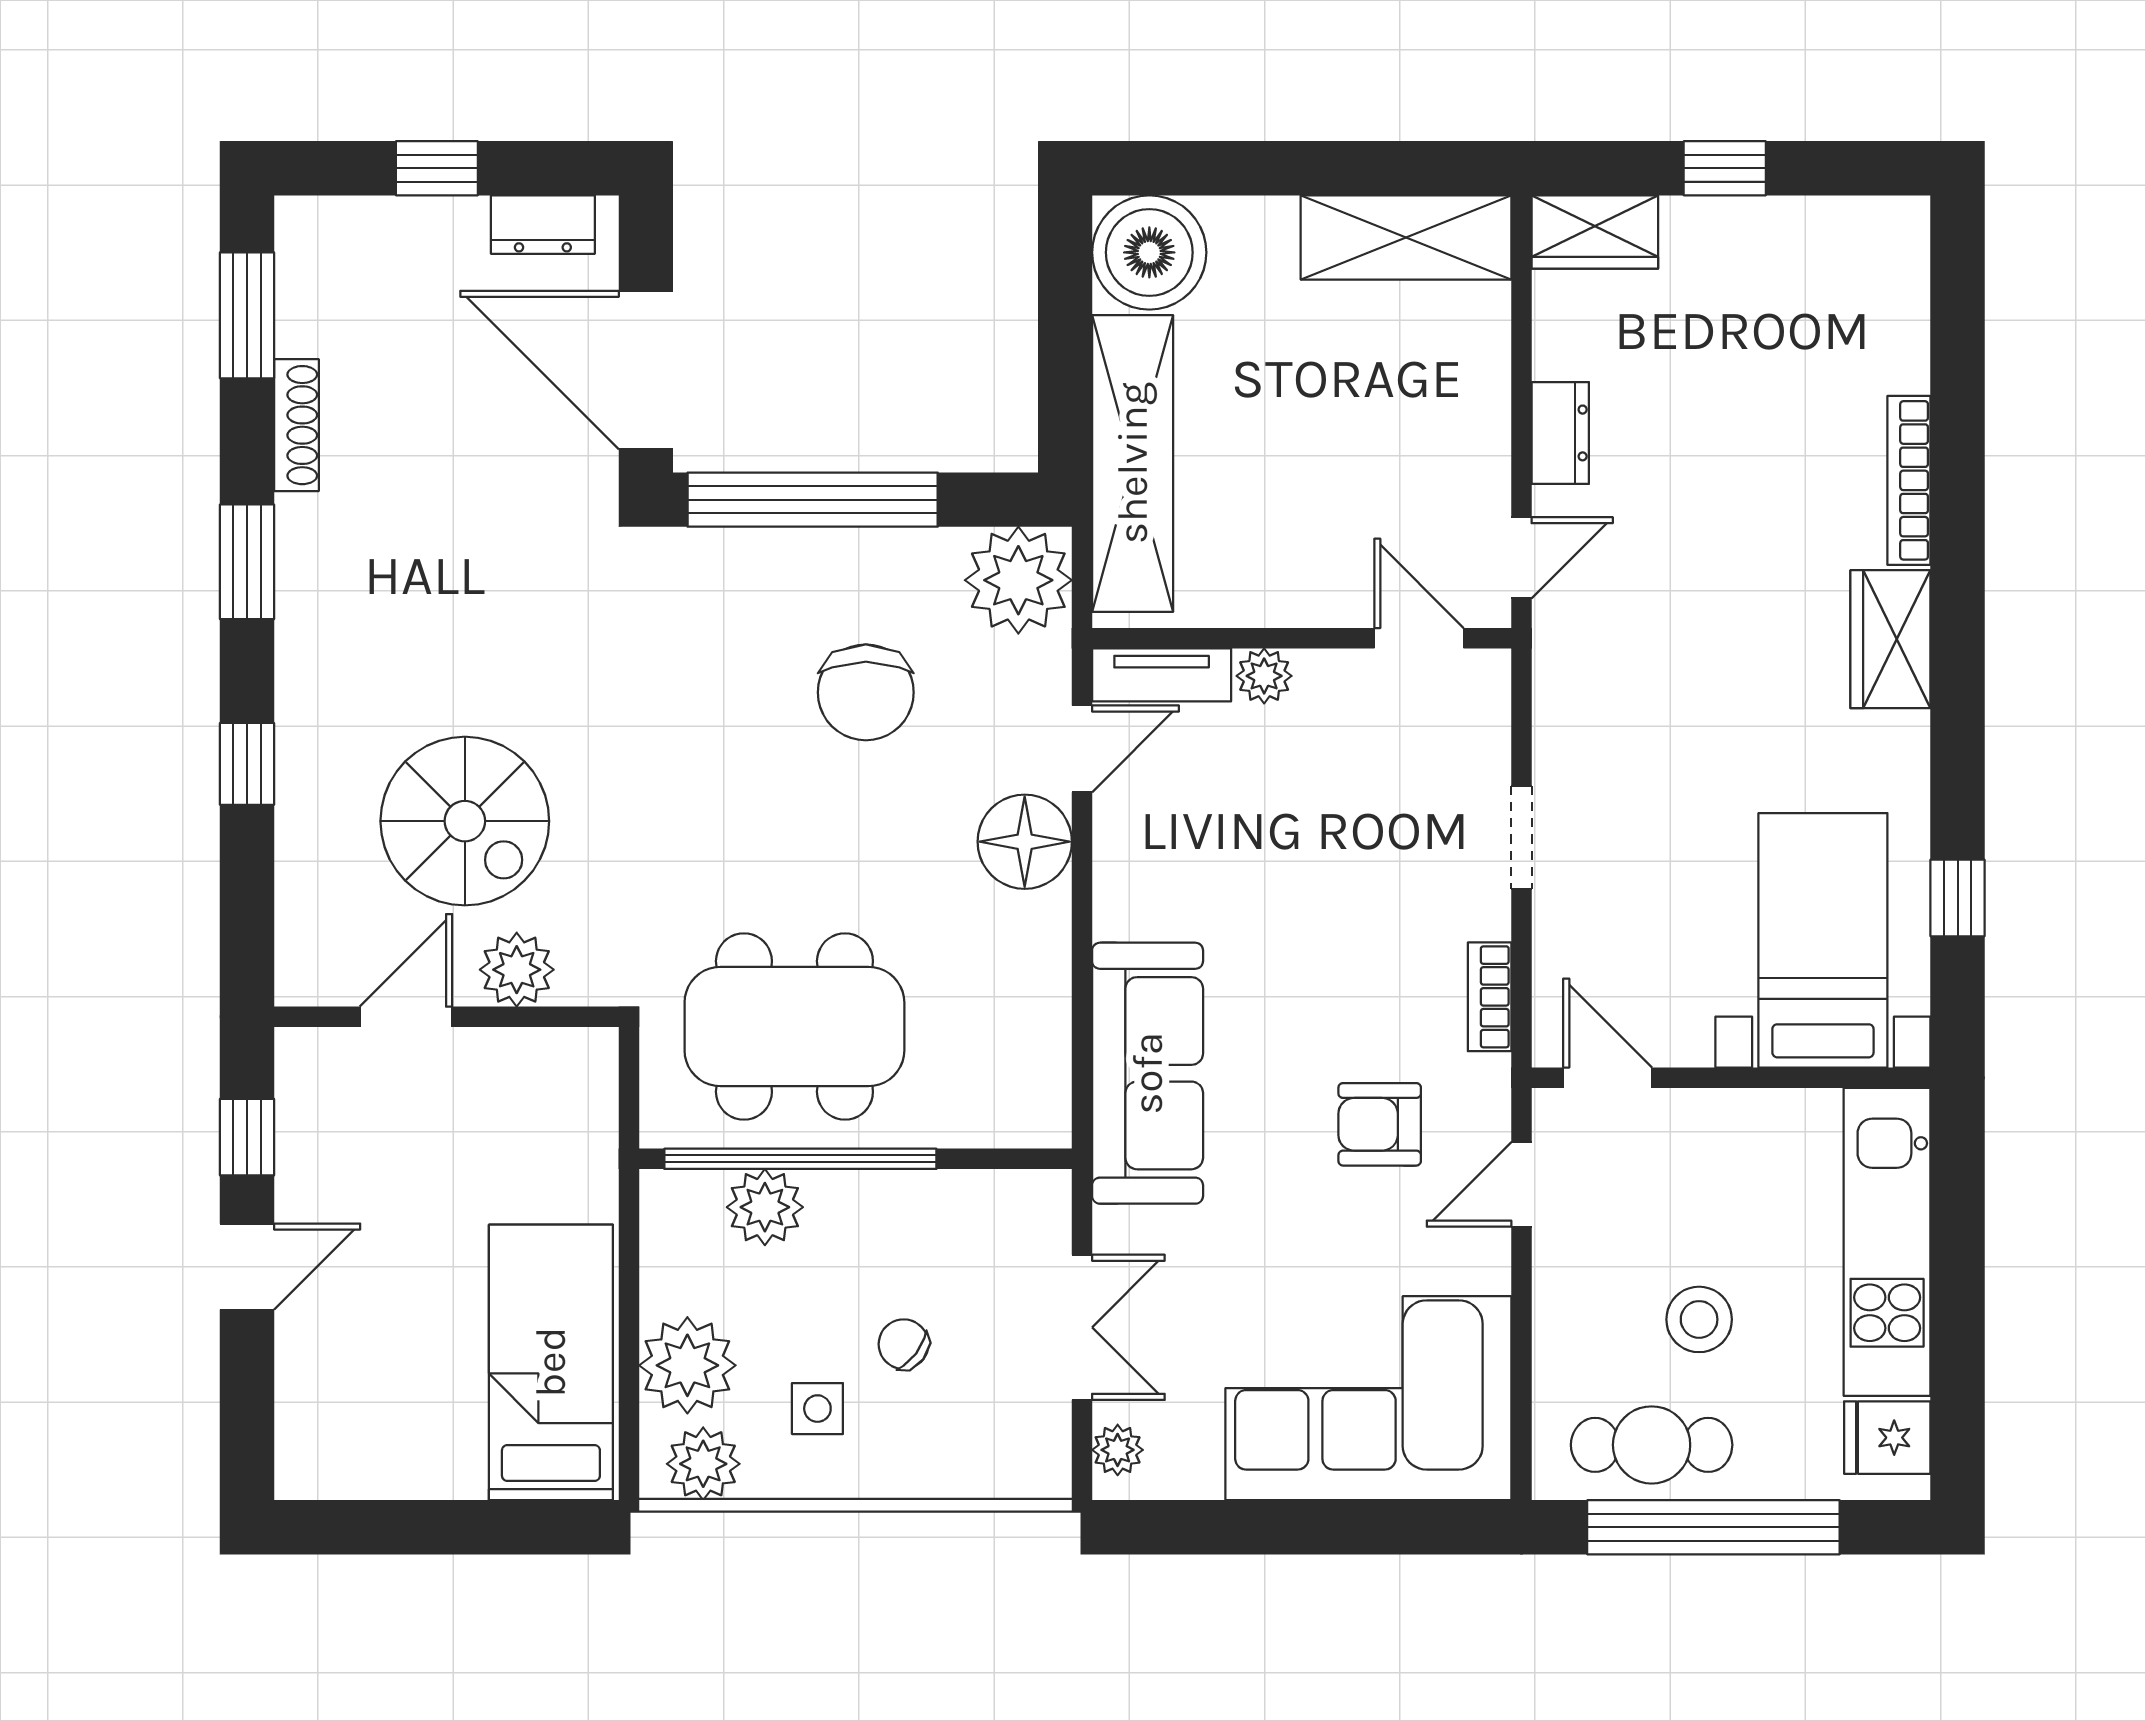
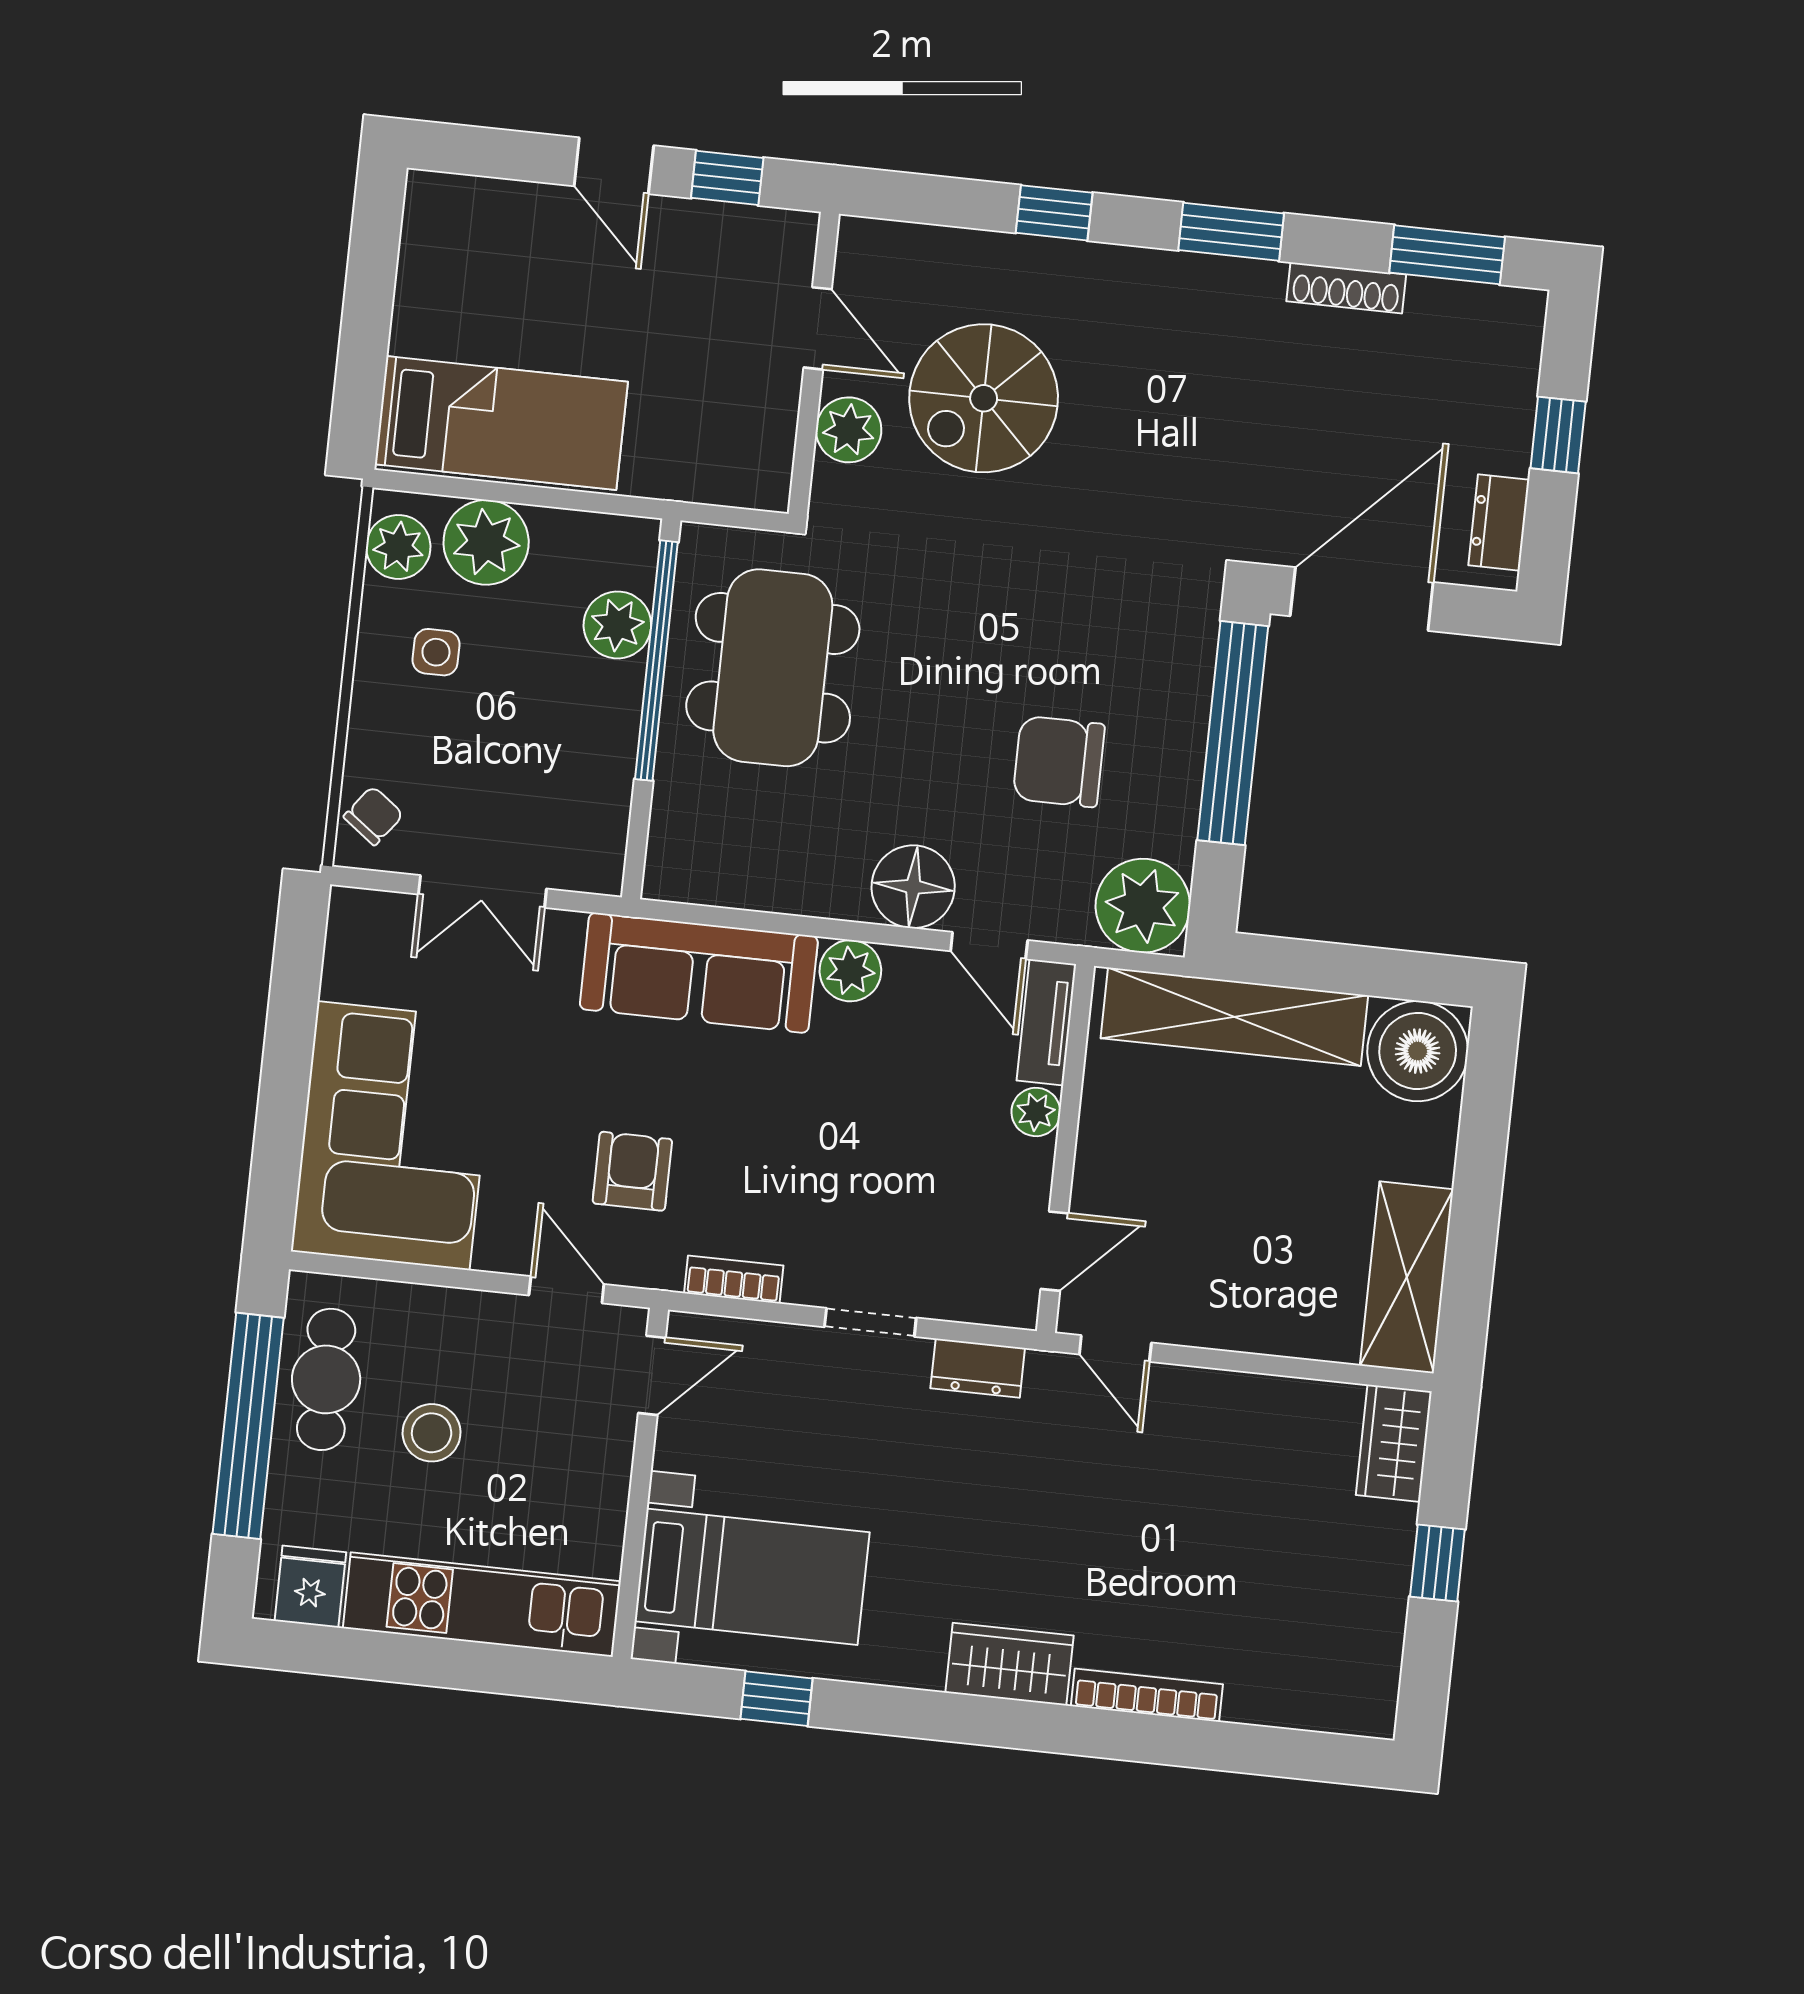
dresser: (1560, 433) -> (978, 1368), moved
chair: (904, 1344) -> (373, 816), moved
plant: (1118, 1450) -> (850, 971), moved, width x1.38, depth x1.38

